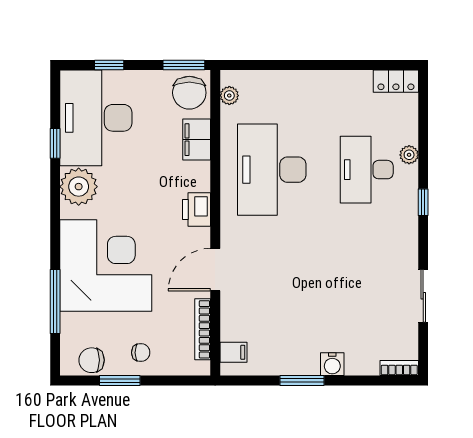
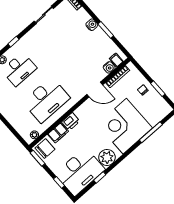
printer: (197, 209) -> (71, 122), moved
water cooler: (232, 329) -> (109, 67), added
chair: (92, 360) -> (159, 104), removed

